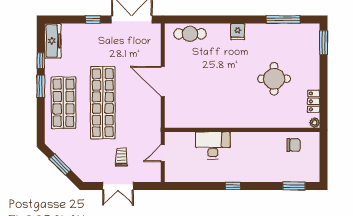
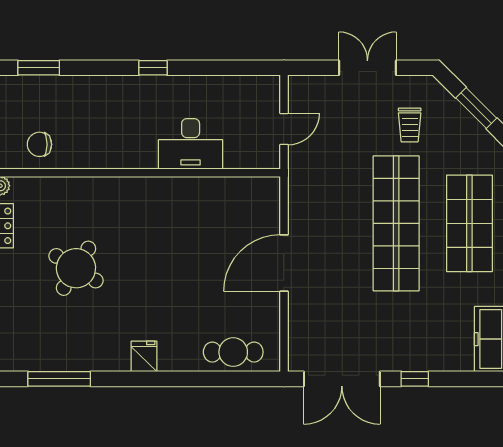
round table: (274, 79) -> (76, 268), turned 32
door: (163, 82) -> (284, 263), swing flipped
trolley: (121, 157) -> (410, 125), moved

